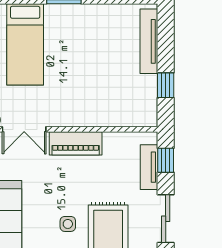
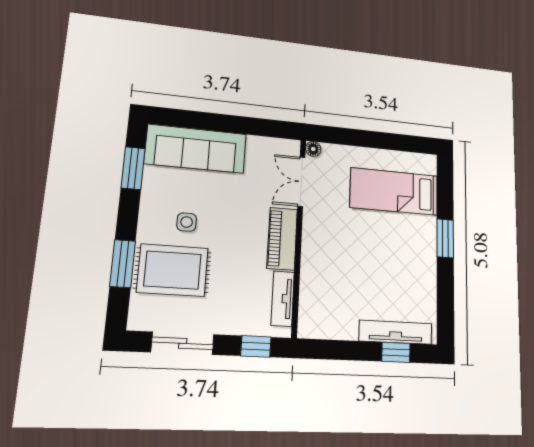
window: (166, 85) -> (396, 352), moved
tv unit: (149, 167) -> (283, 299), moved, turned -90

